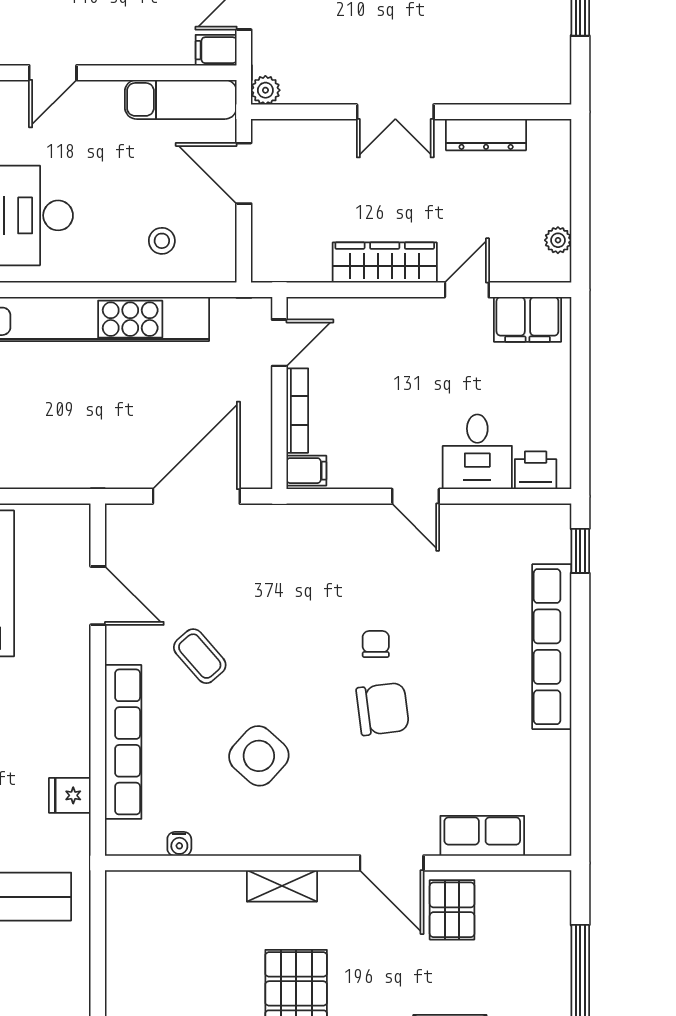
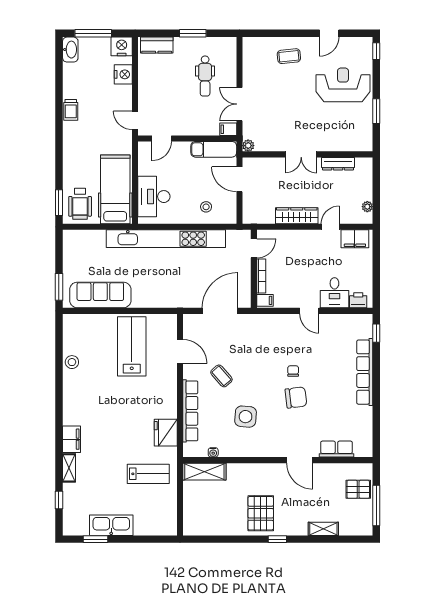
side table: (259, 756) -> (246, 417), turned -37
fridge: (70, 795) -> (166, 433), width x1.88, depth x1.34
shelving: (282, 886) -> (204, 472), moved, width x1.50, depth x1.33
pallet: (452, 910) -> (358, 489), moved, turned 90

